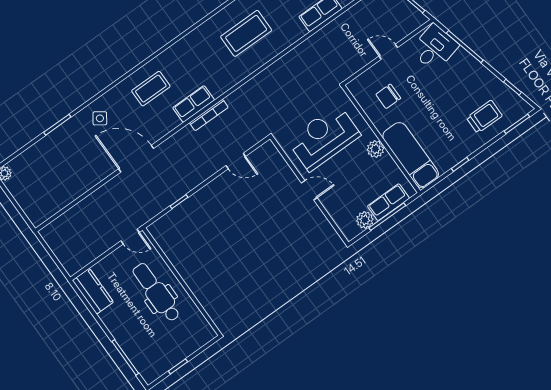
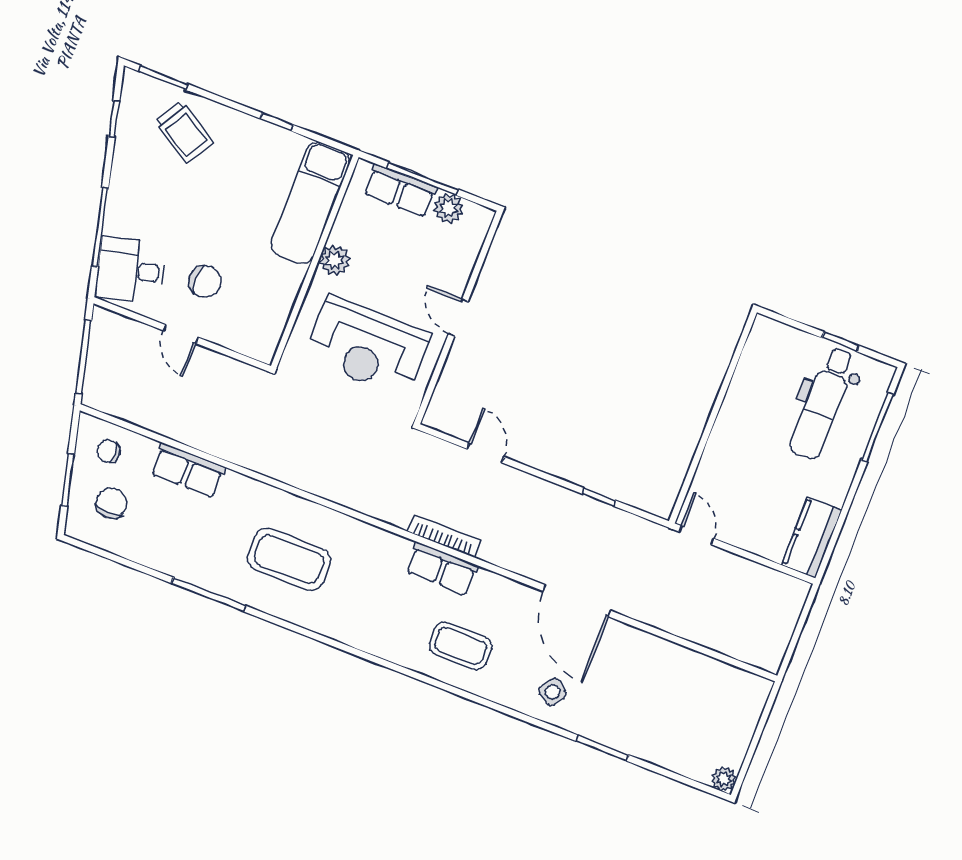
chair: (388, 96) -> (205, 281), moved
trolley: (484, 117) -> (184, 132), turned -149
dental chair: (156, 292) -> (823, 403), moved

